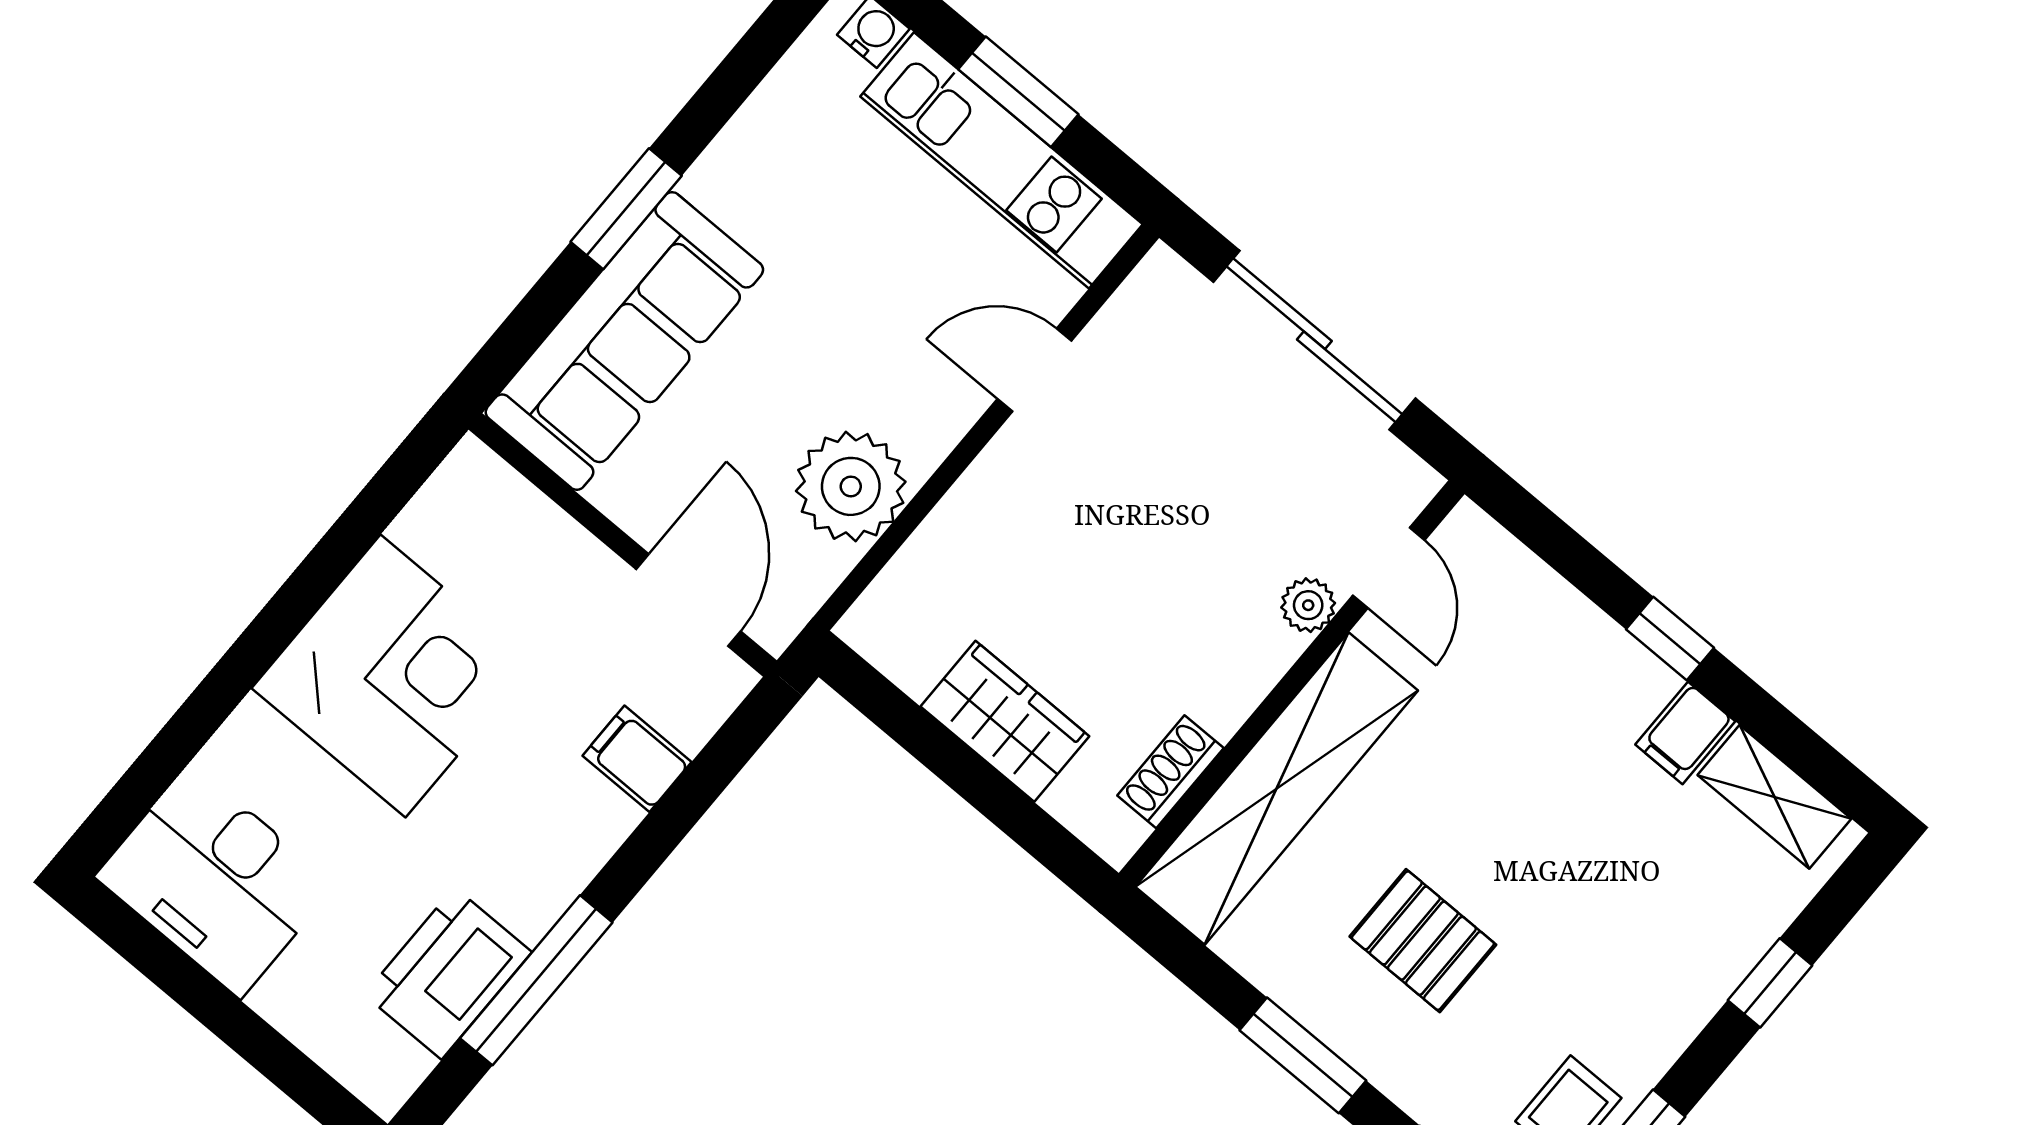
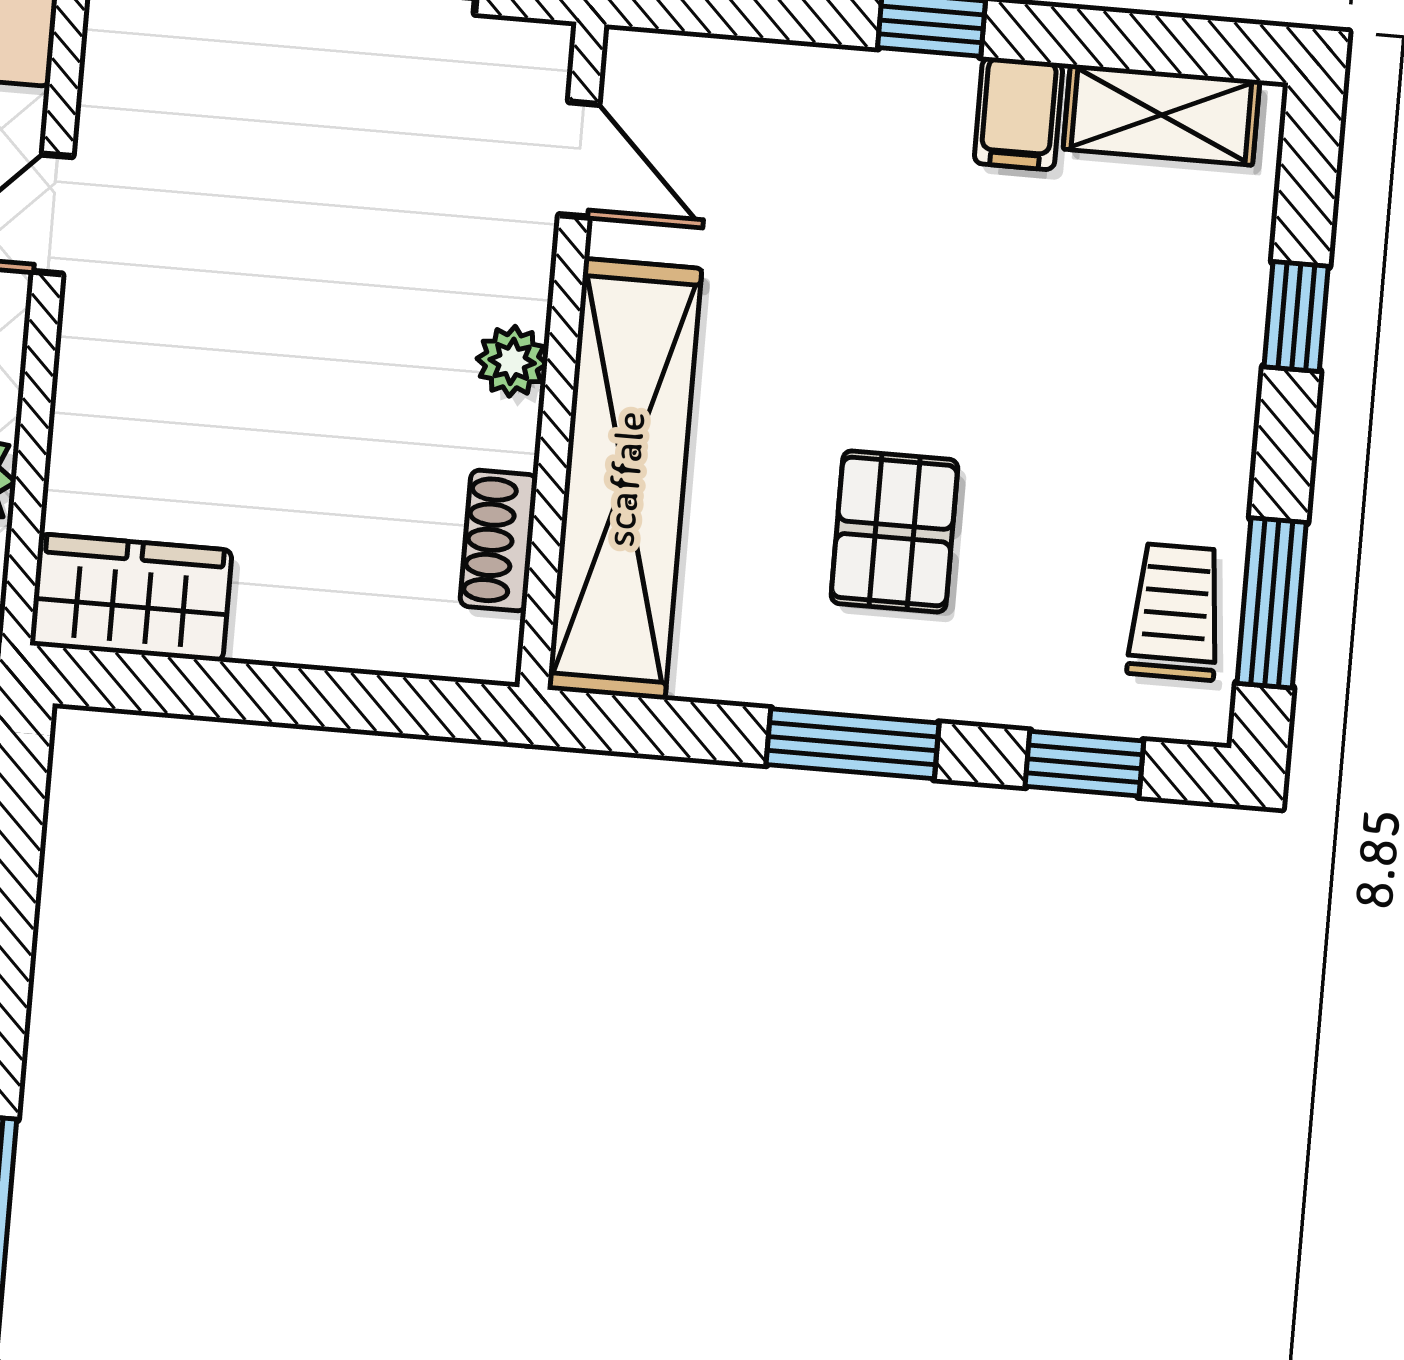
plant: (1308, 605) -> (512, 361), moved
wardrobe: (1005, 721) -> (131, 598), moved
pallet: (1423, 941) -> (894, 531), turned 90

